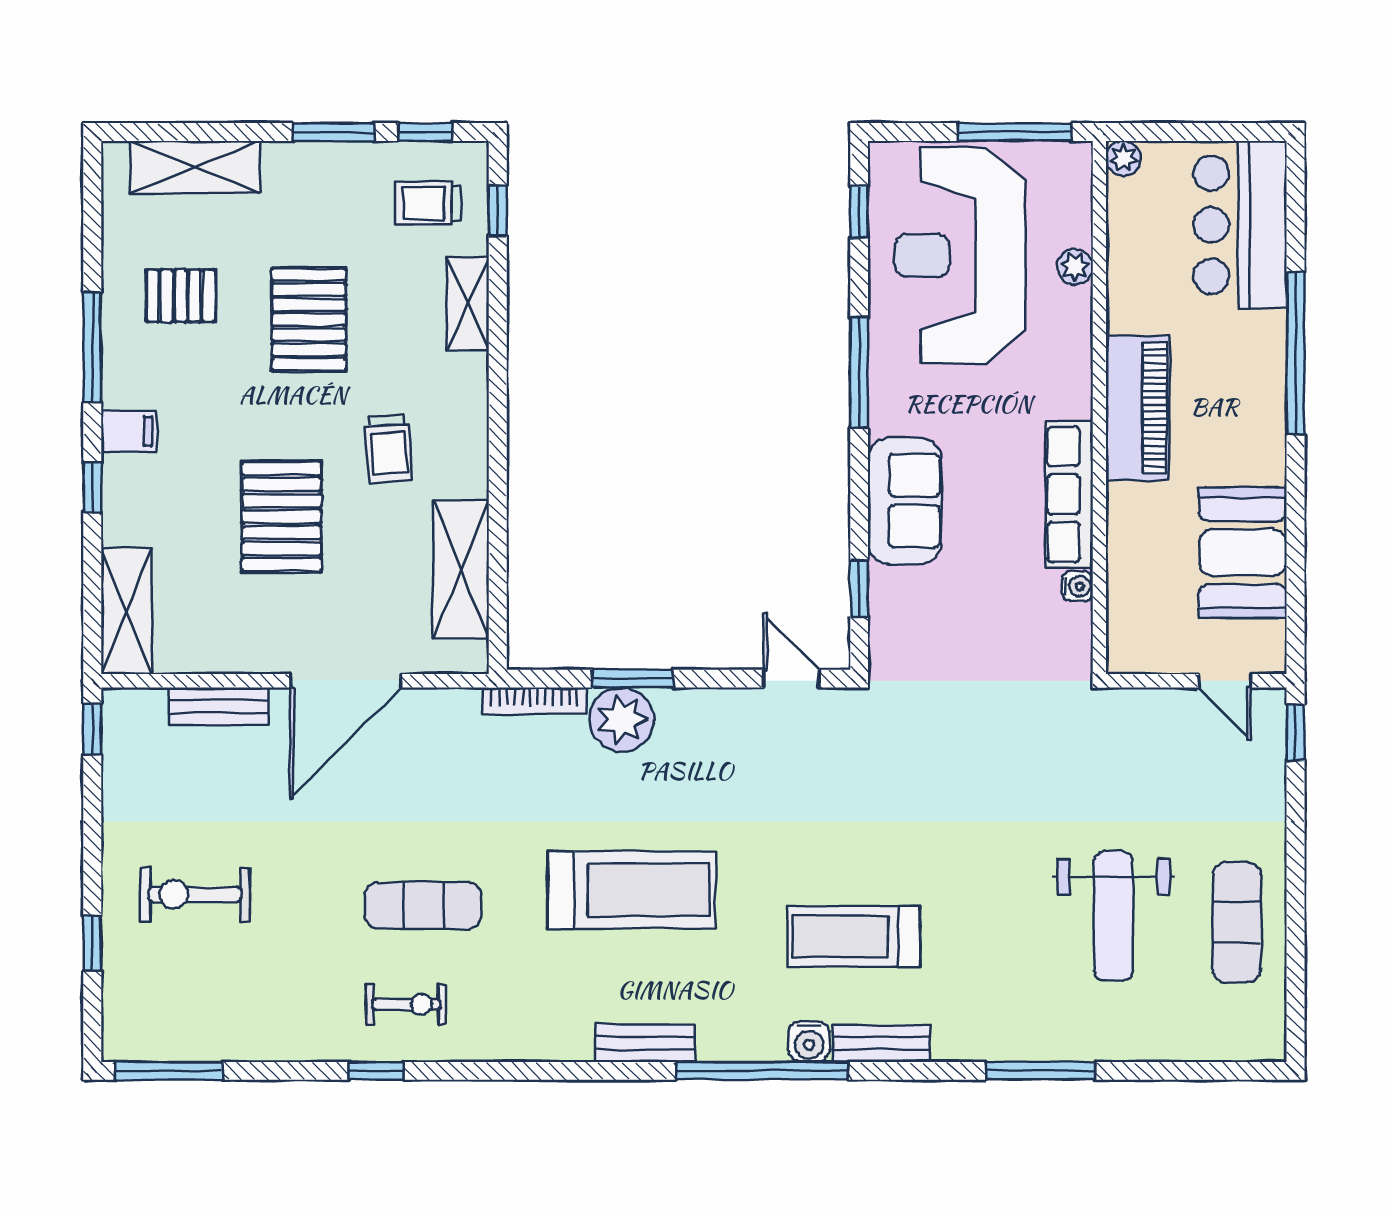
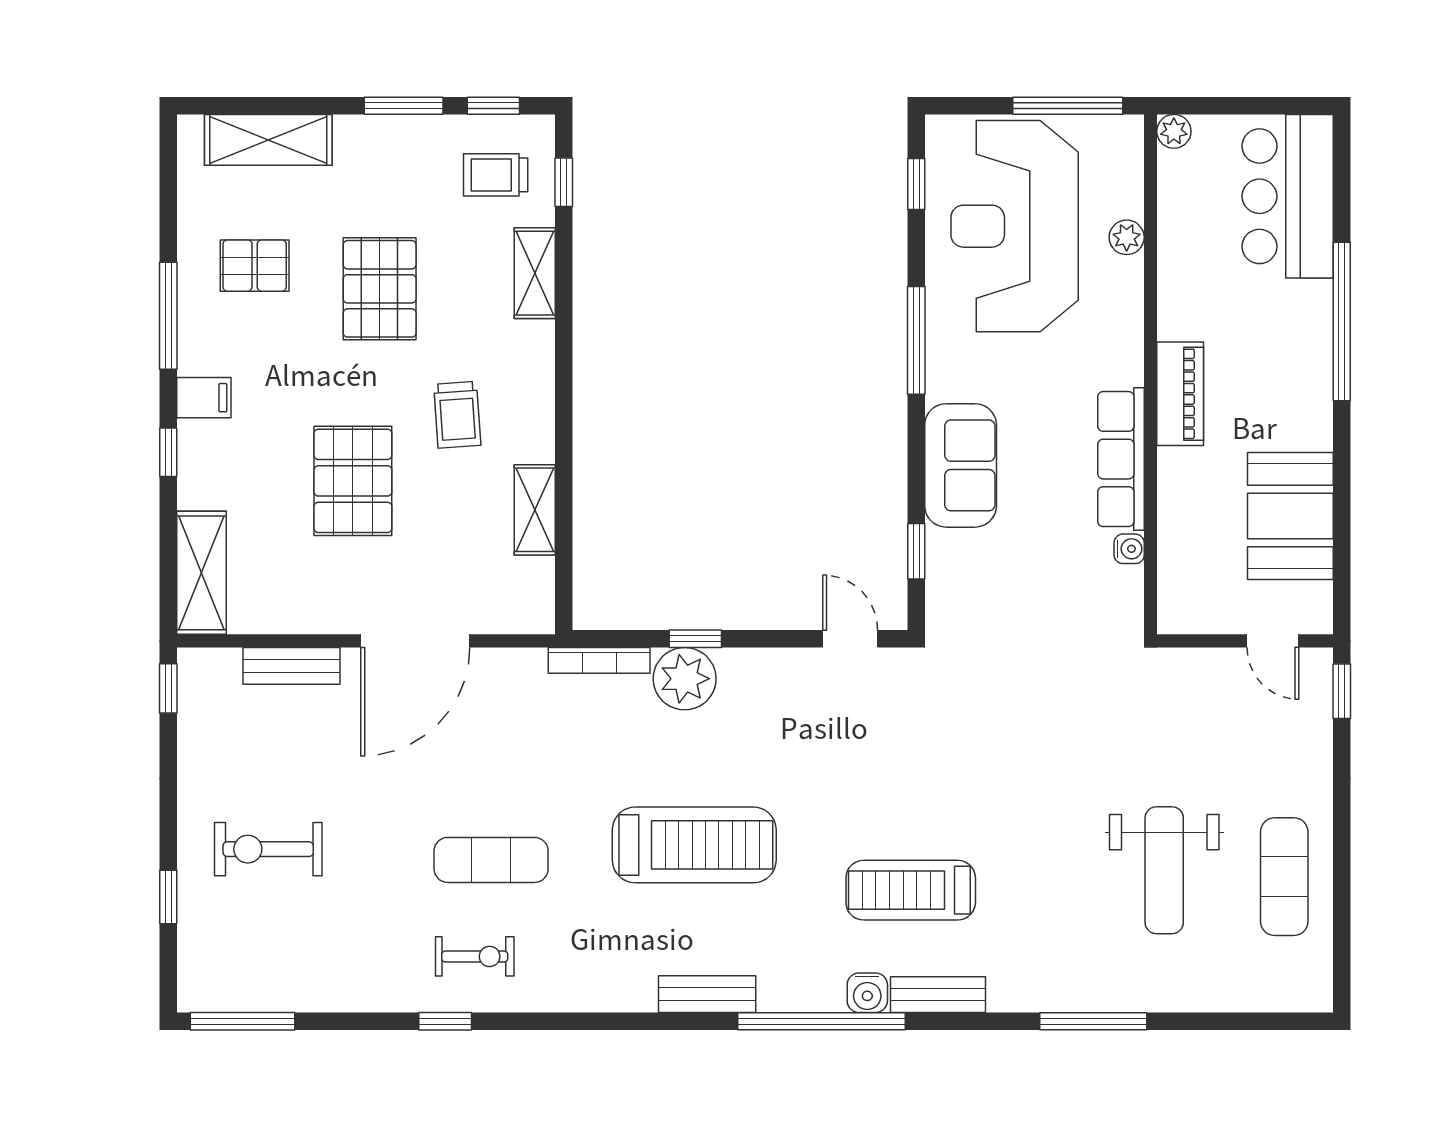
piano: (1138, 408) -> (1180, 394), width x0.73, depth x0.75
shelving: (461, 570) -> (535, 510), width x0.67, depth x0.75
window: (633, 679) -> (695, 639), width x0.67

